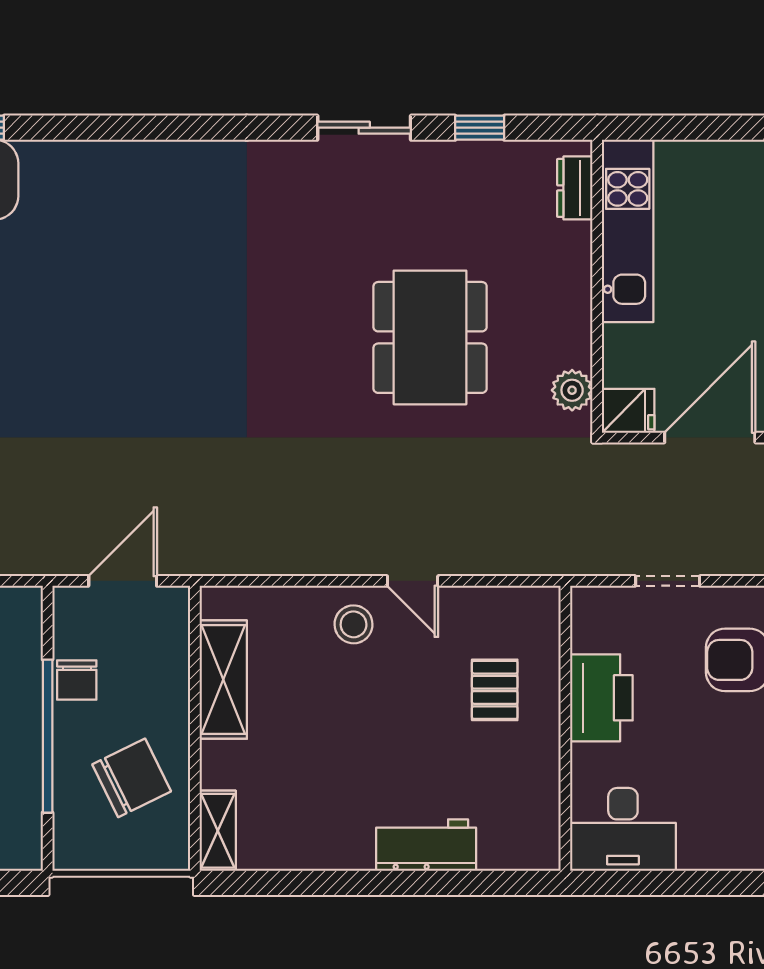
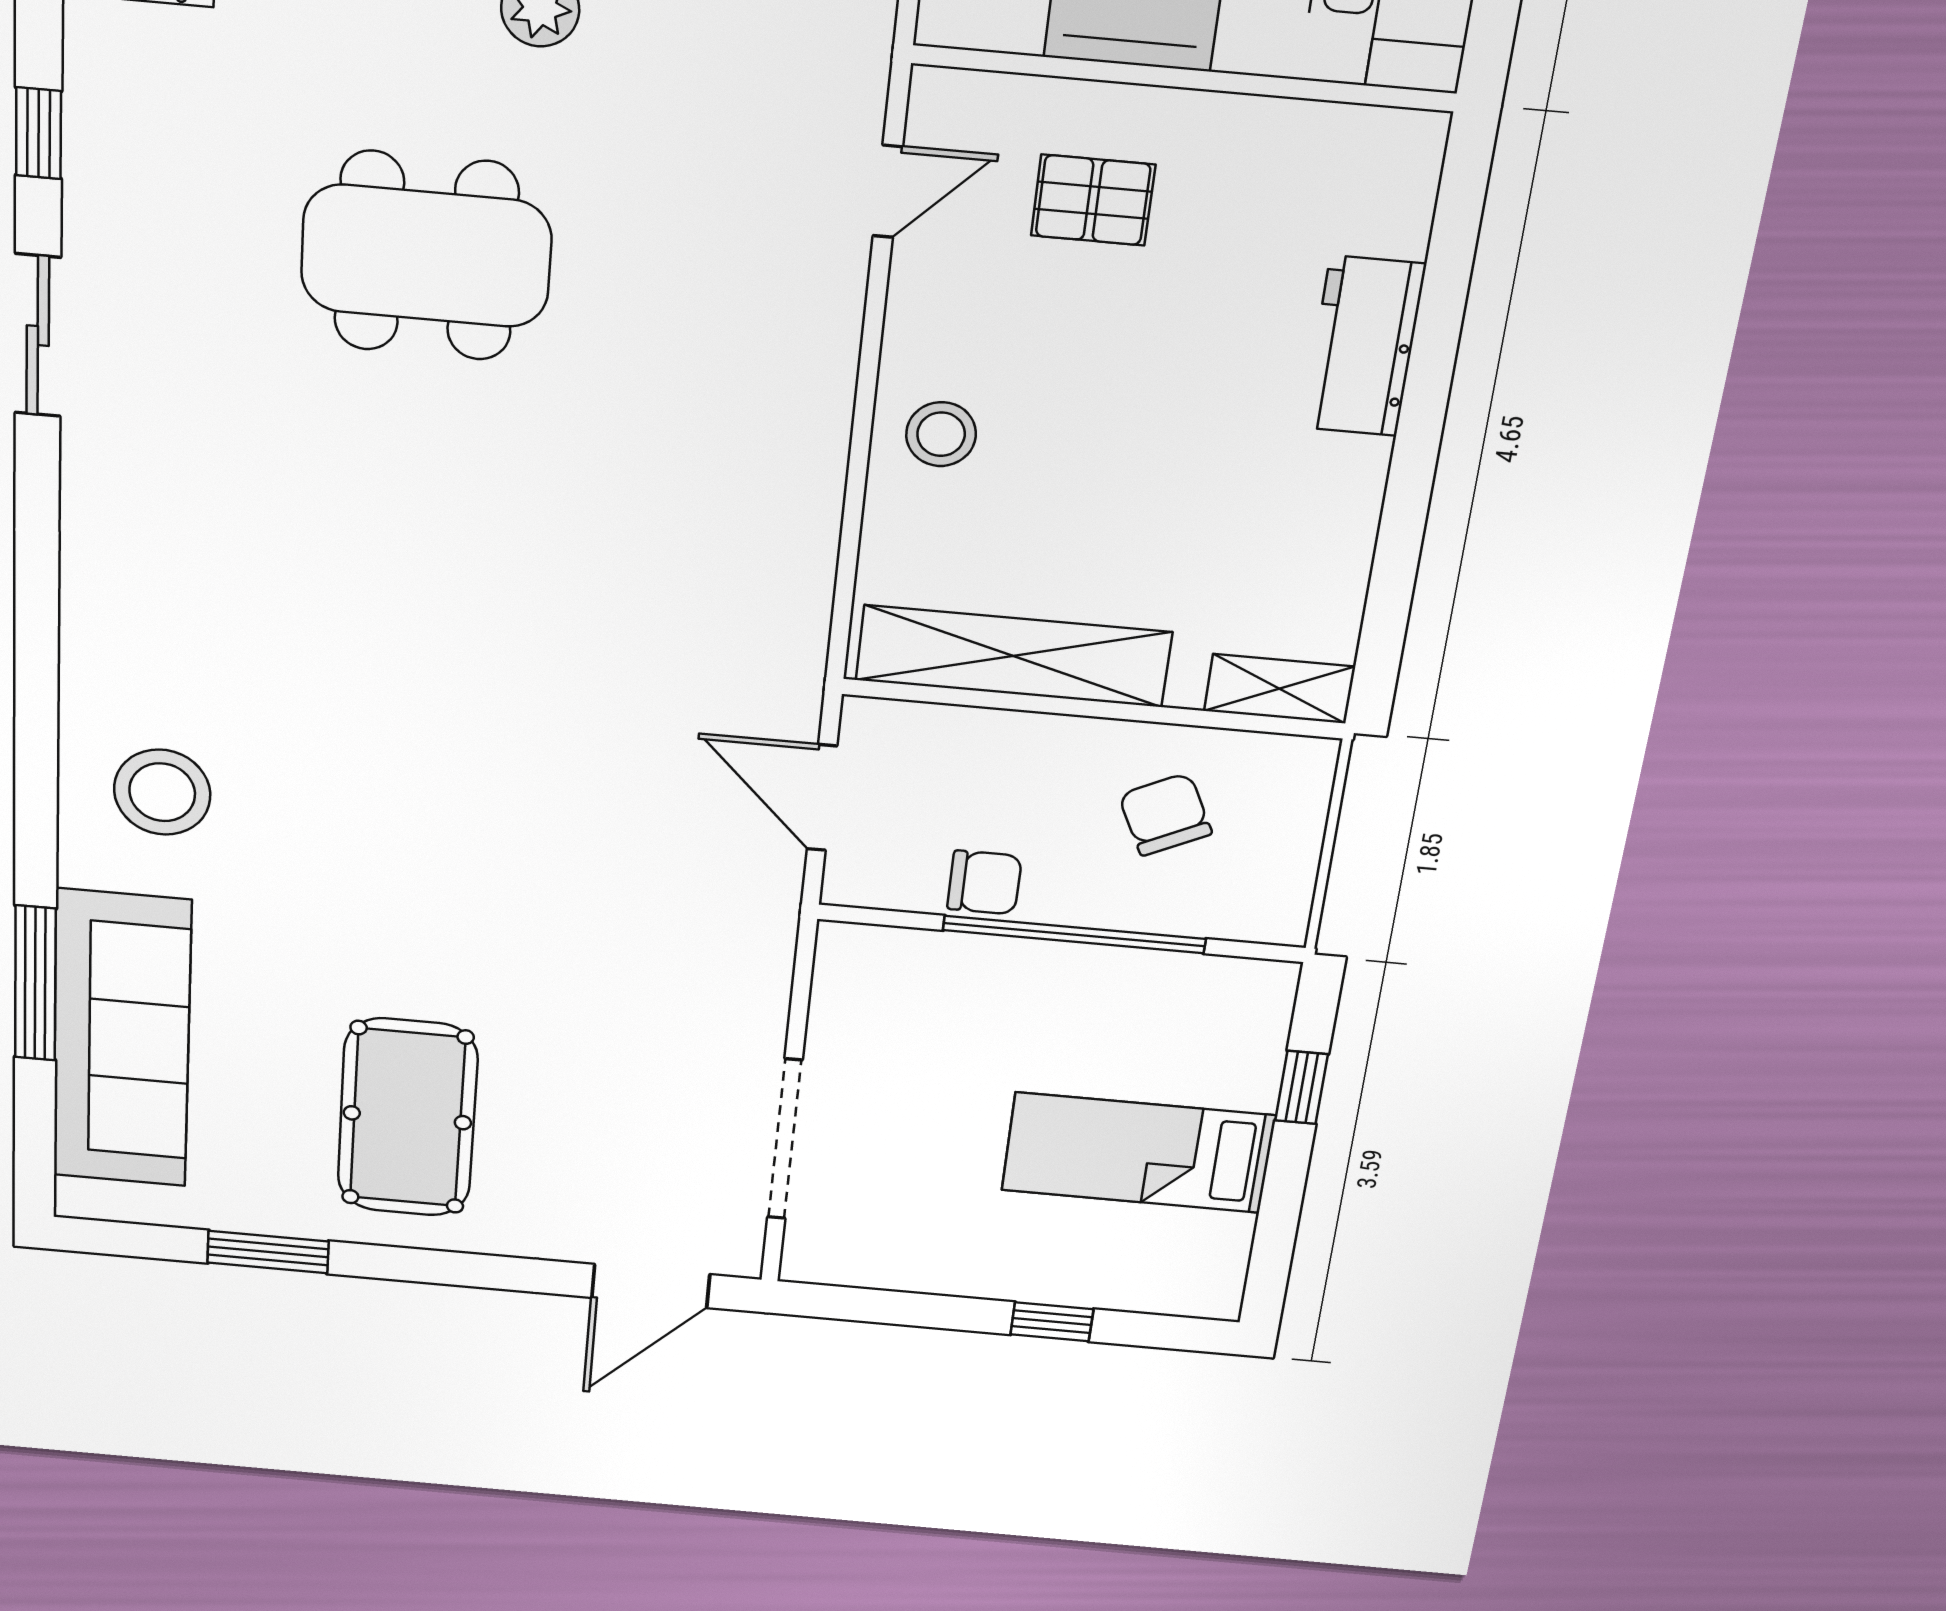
stool: (88, 201) -> (162, 792), added
door: (413, 581) -> (888, 191), moved
shelving: (223, 680) -> (1013, 656), width x1.47
chair: (132, 778) -> (1165, 814), width x0.73, depth x0.73

